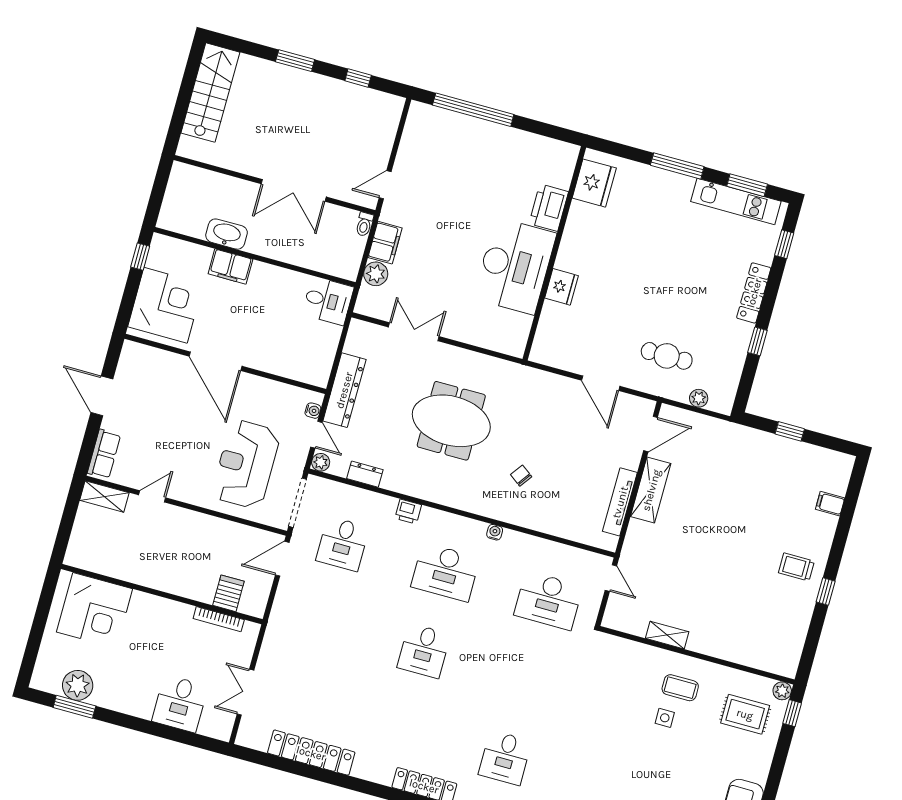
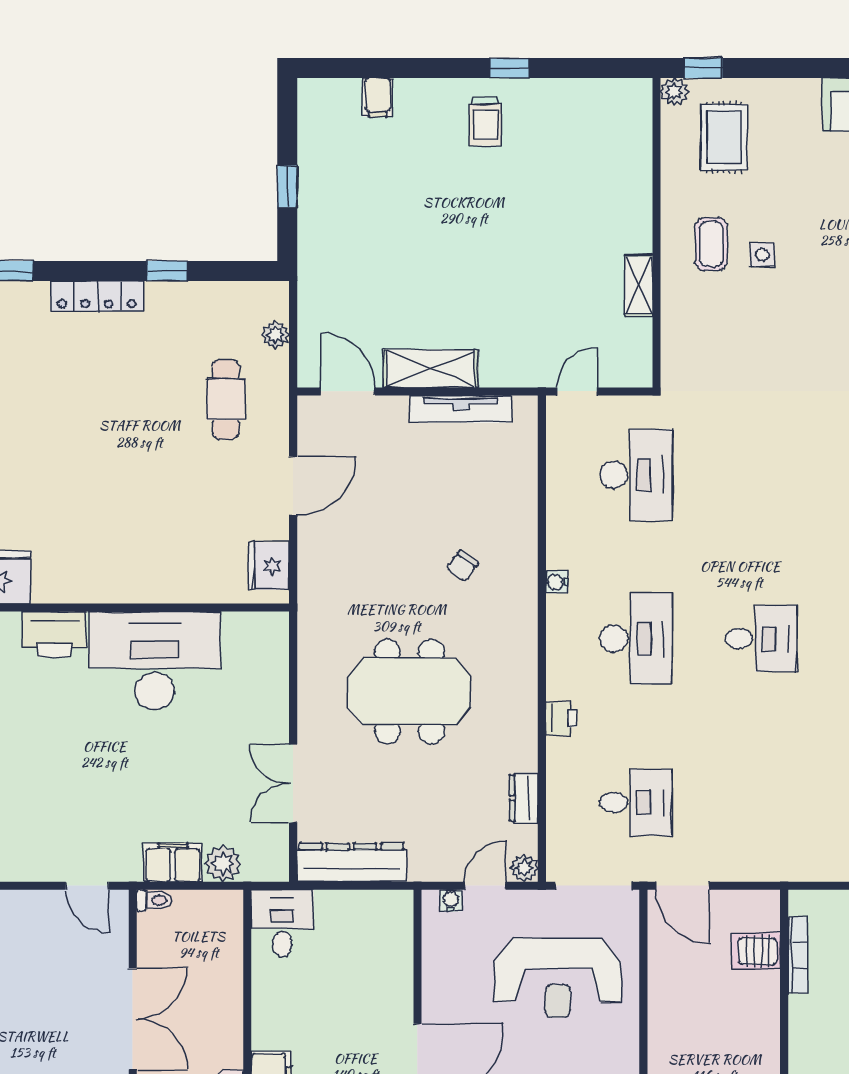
fridge: (561, 287) -> (269, 566), moved, turned -90
dresser: (344, 390) -> (352, 862), moved
meeting table: (451, 421) -> (410, 692), turned 90

